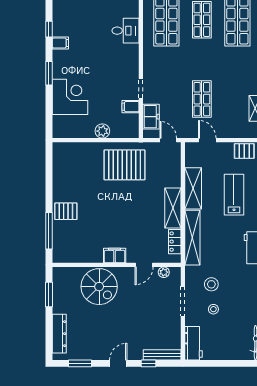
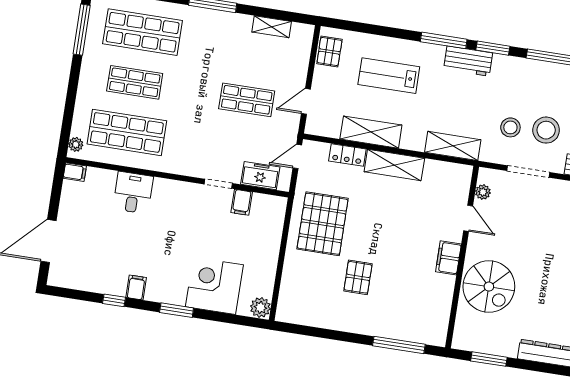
plant: (102, 131) -> (260, 307), moved
pallet: (66, 211) -> (358, 277), moved
shelving: (192, 238) -> (453, 146), width x0.68
locker: (175, 242) -> (347, 155), moved
spiral stairs: (99, 287) -> (489, 287), turned 90
stool: (213, 309) -> (546, 130), width x1.89, depth x1.89

